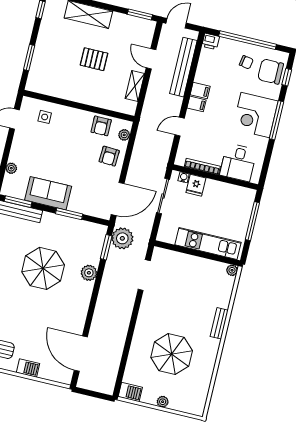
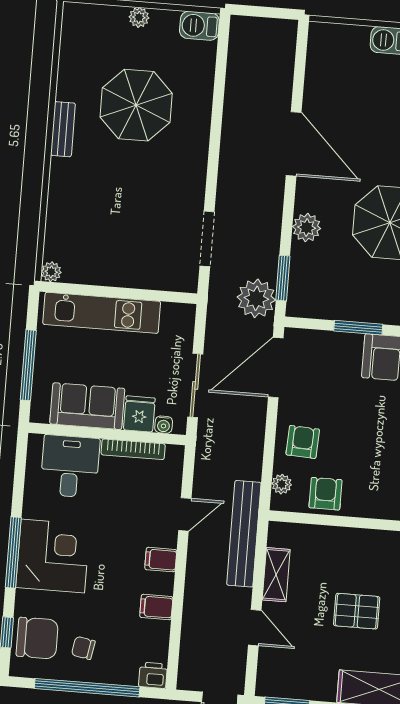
bench: (183, 67) -> (244, 534), moved
filing cabinet: (200, 90) -> (156, 607), moved
sofa: (224, 194) -> (87, 406), added
bench: (219, 323) -> (63, 129), moved
door: (81, 354) -> (294, 144), moved

